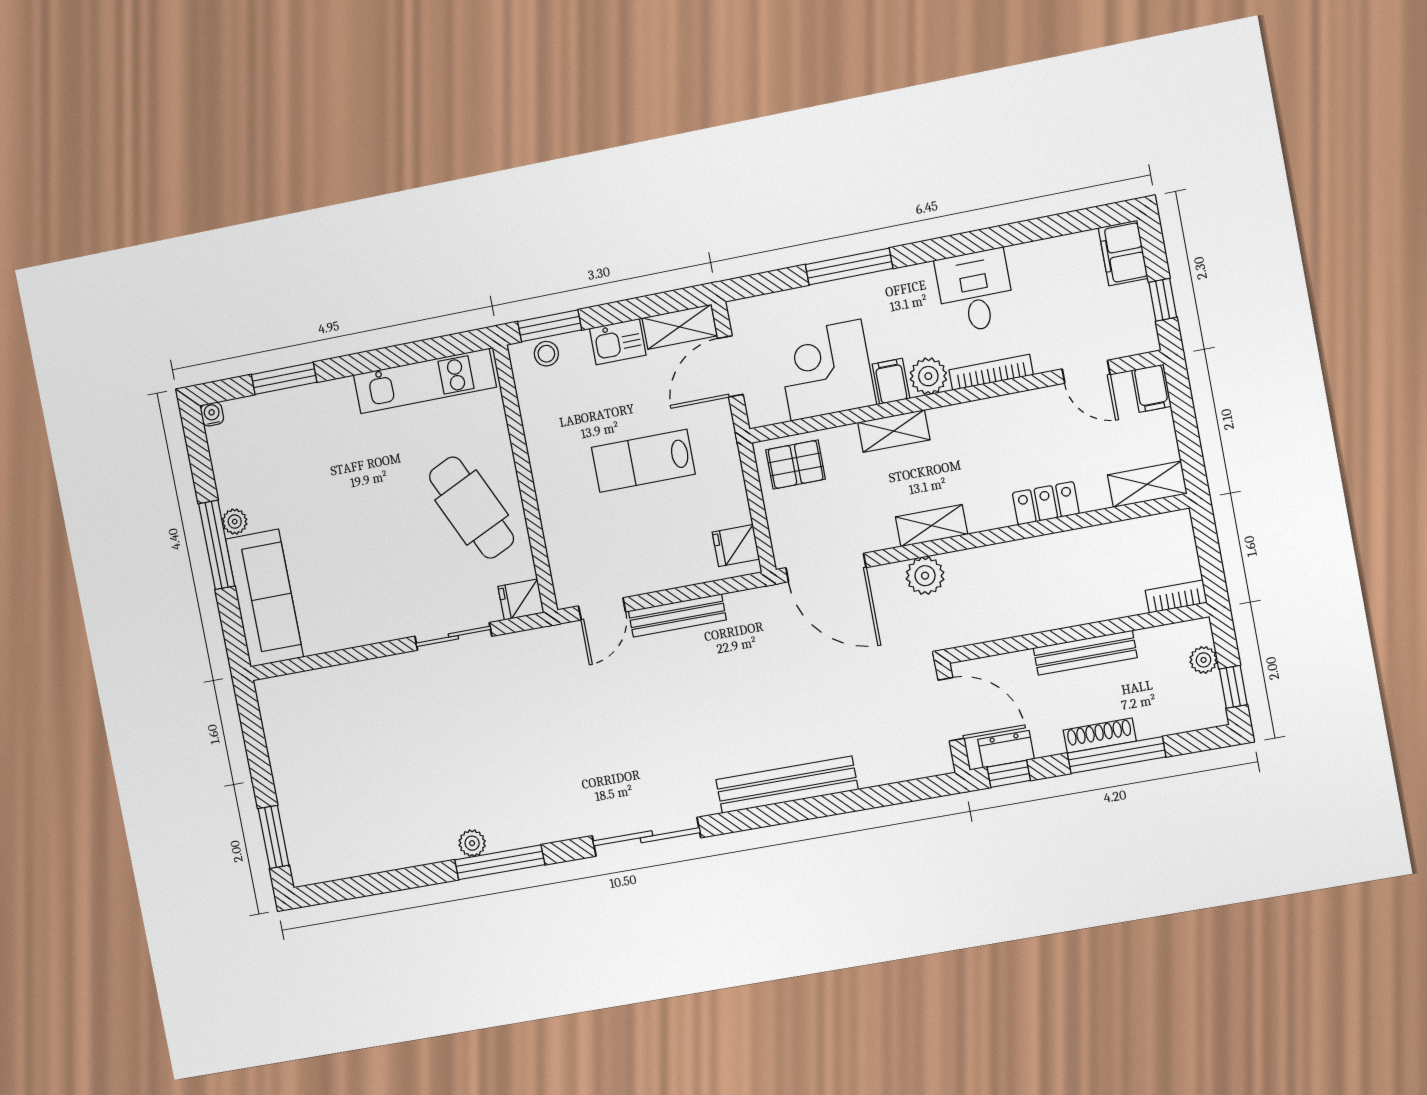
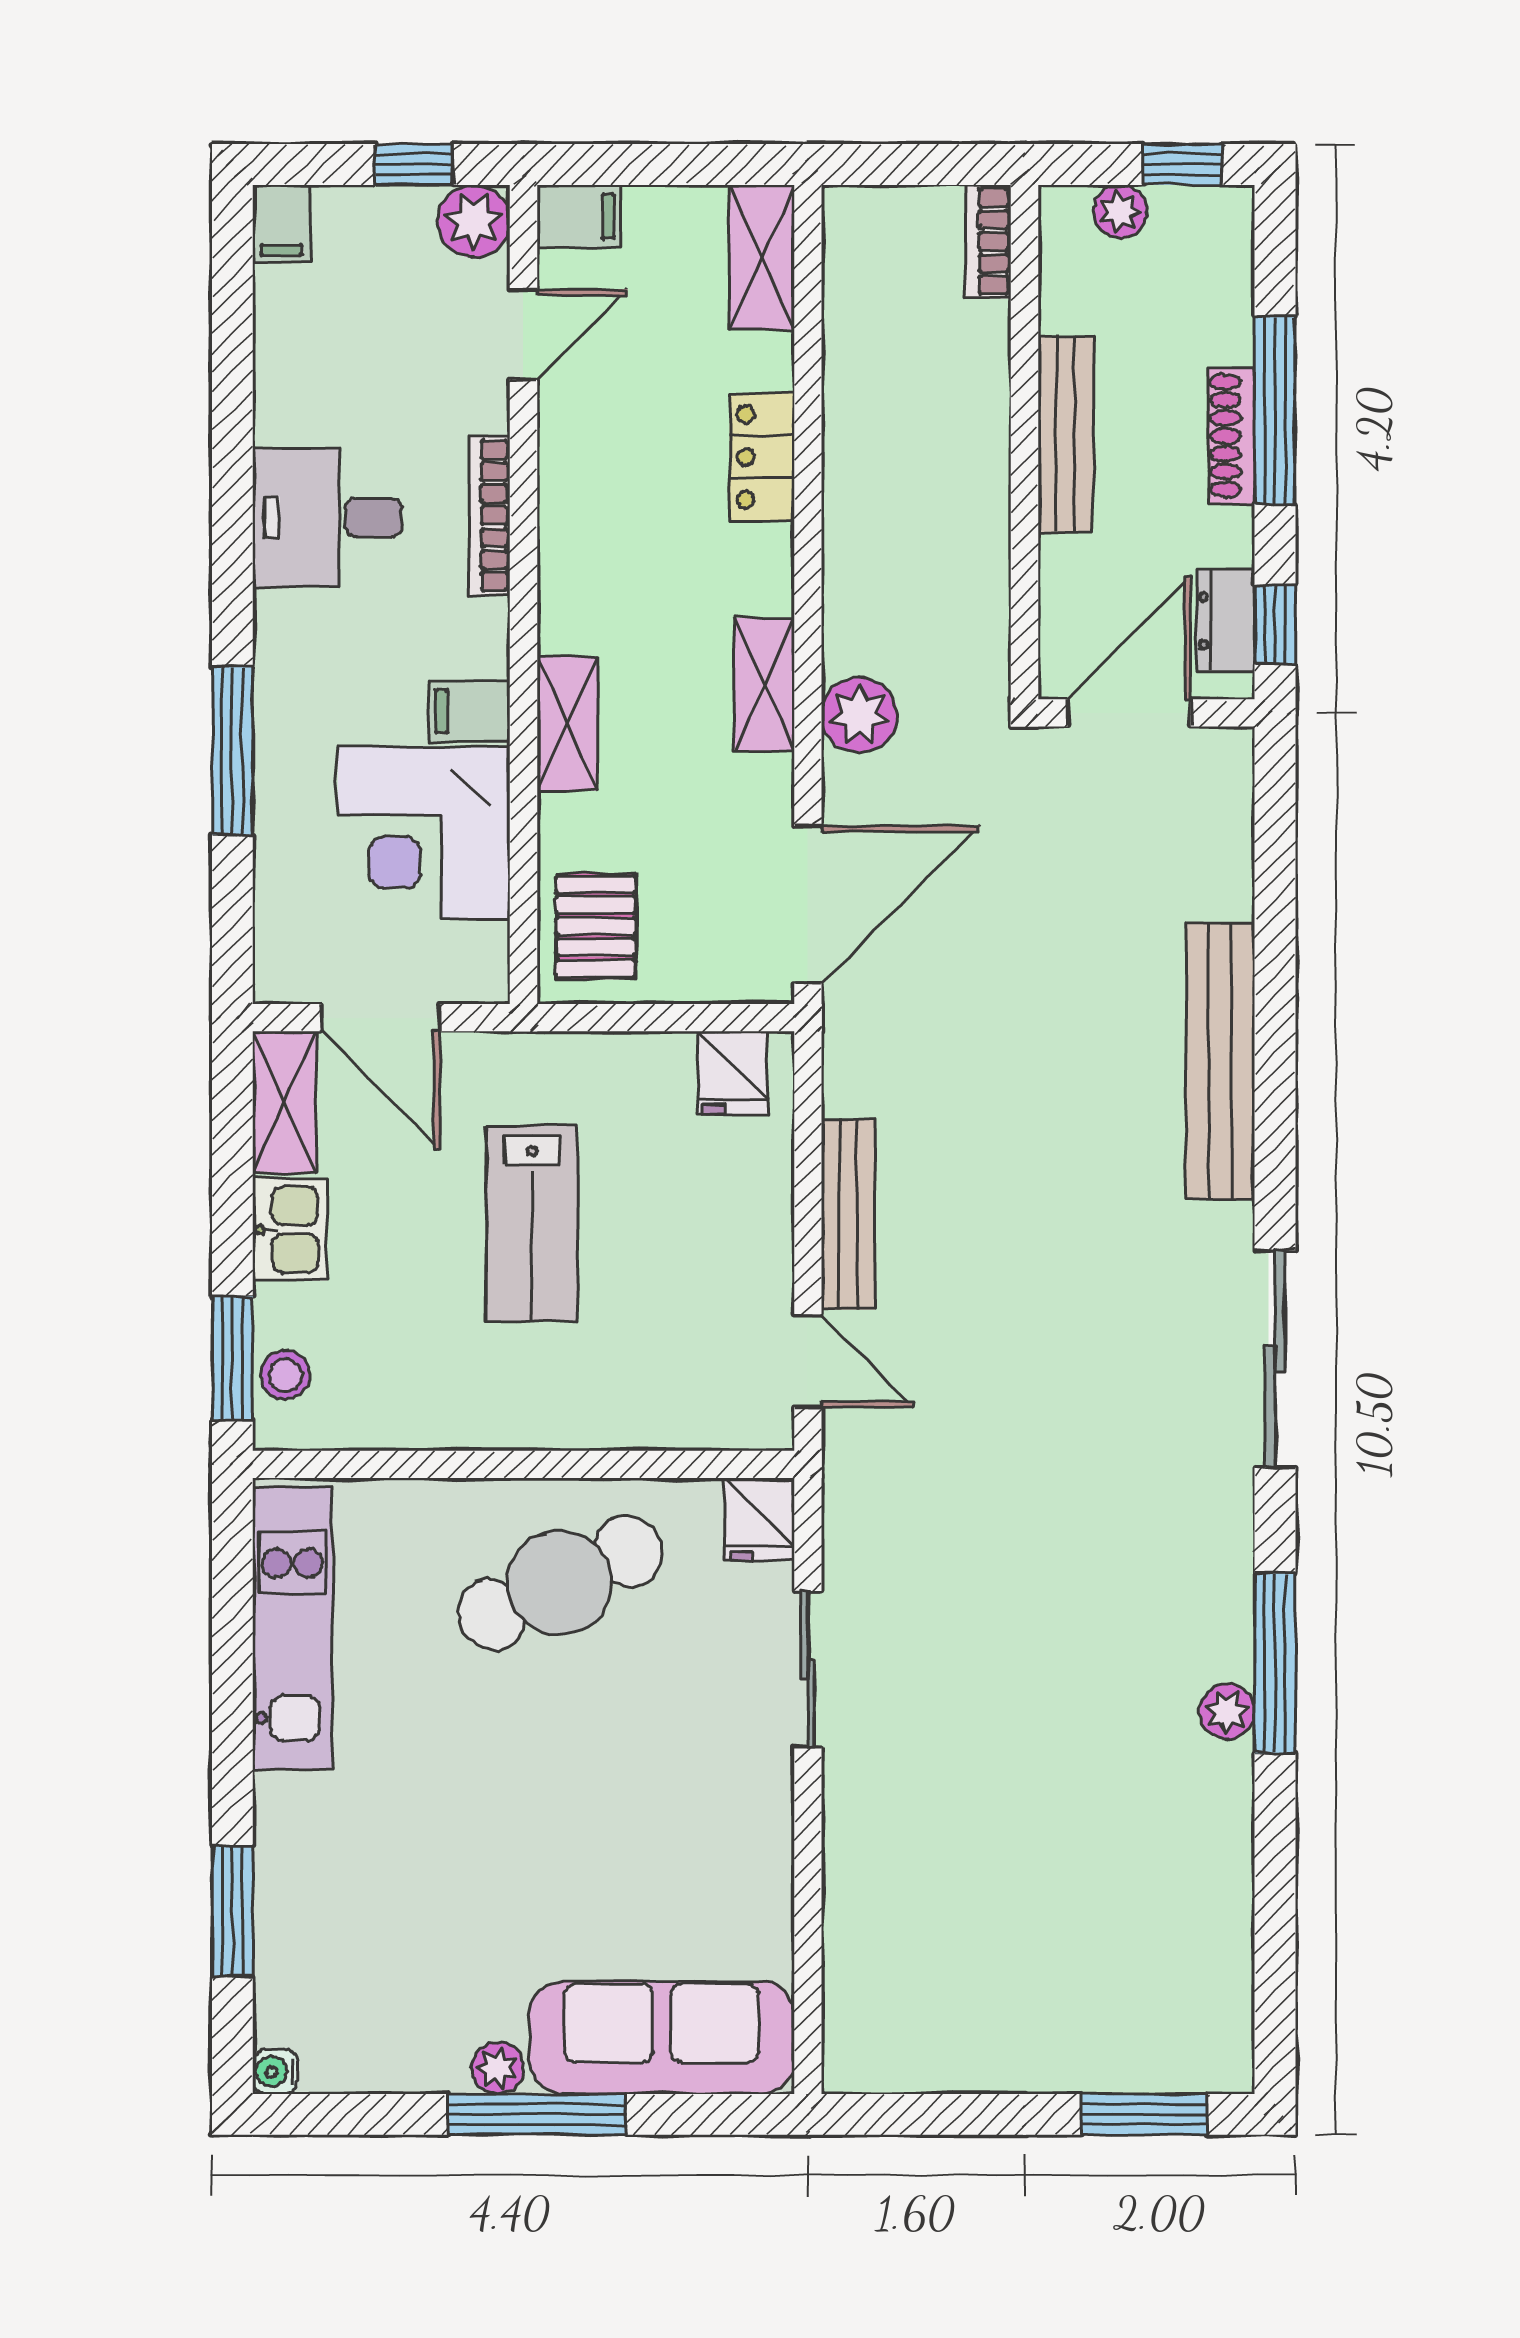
filing cabinet: (1123, 253) -> (281, 223), width x0.50
plant: (928, 376) -> (474, 221), moved

